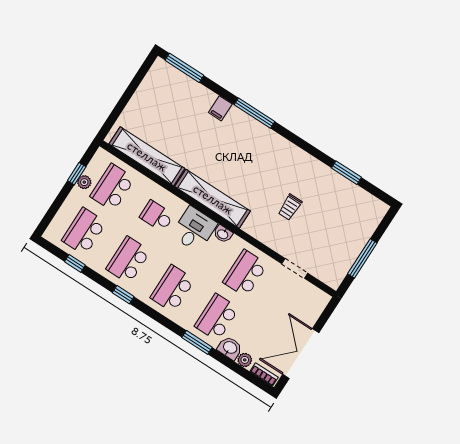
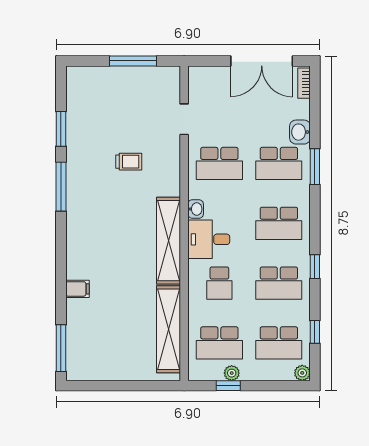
window: (255, 113) -> (61, 187), moved
plant: (245, 360) -> (302, 373), moved

